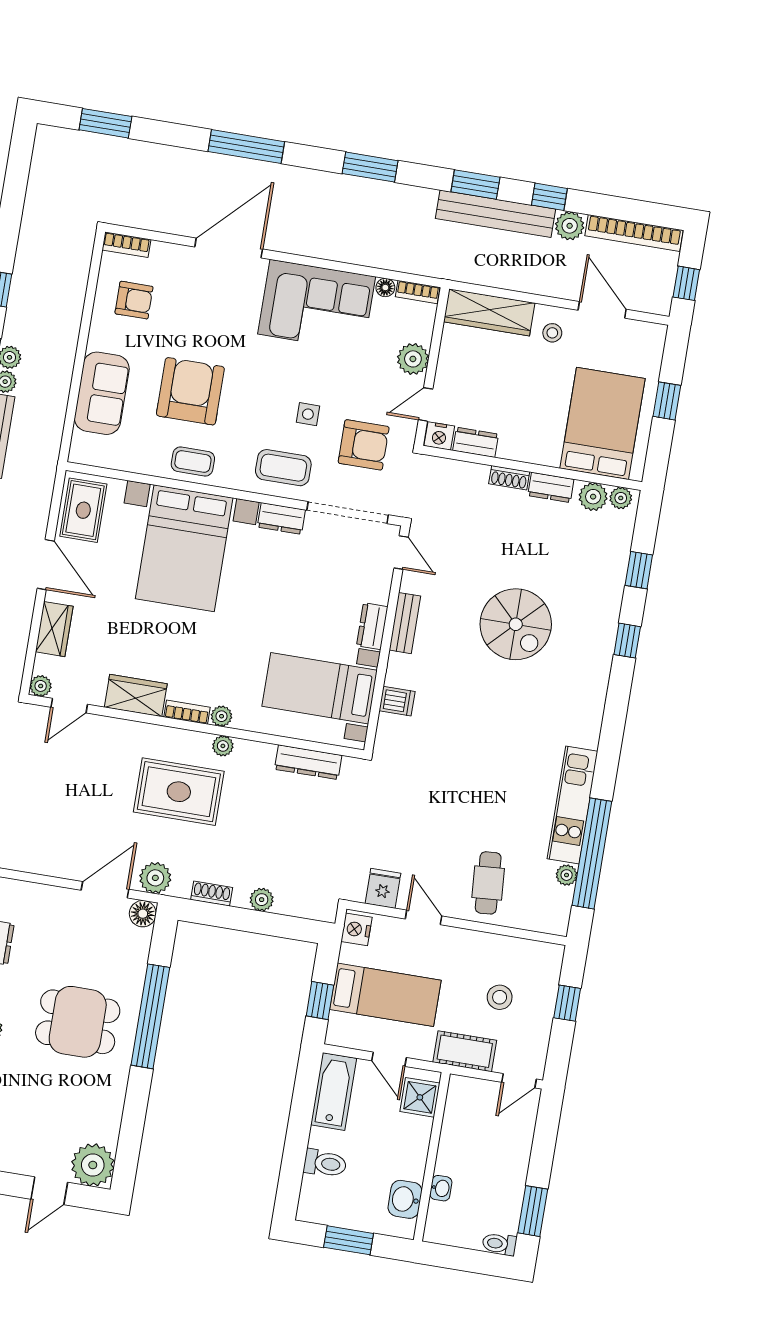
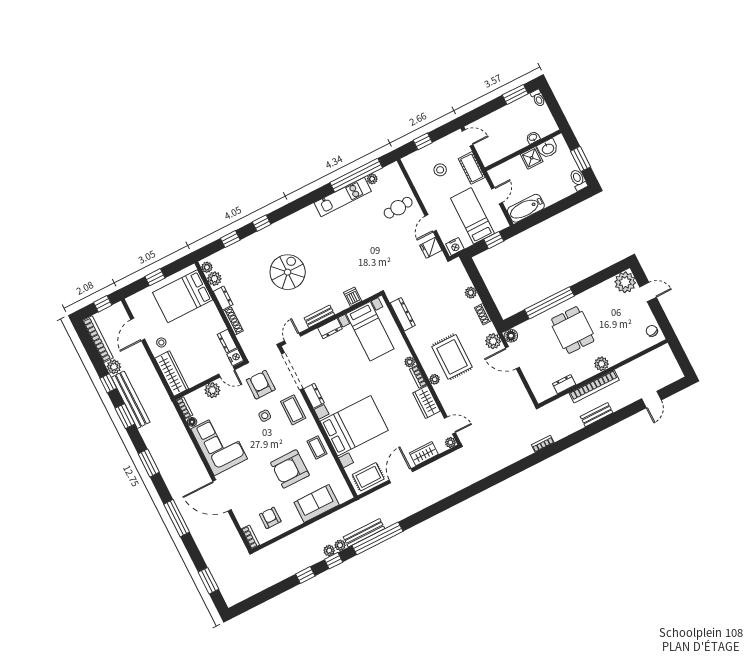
shoe rack: (509, 478) -> (233, 321), width x1.43
plant: (223, 746) -> (435, 379), moved
shower: (420, 1097) -> (532, 158), moved
toilet: (325, 1163) -> (578, 180), moved

